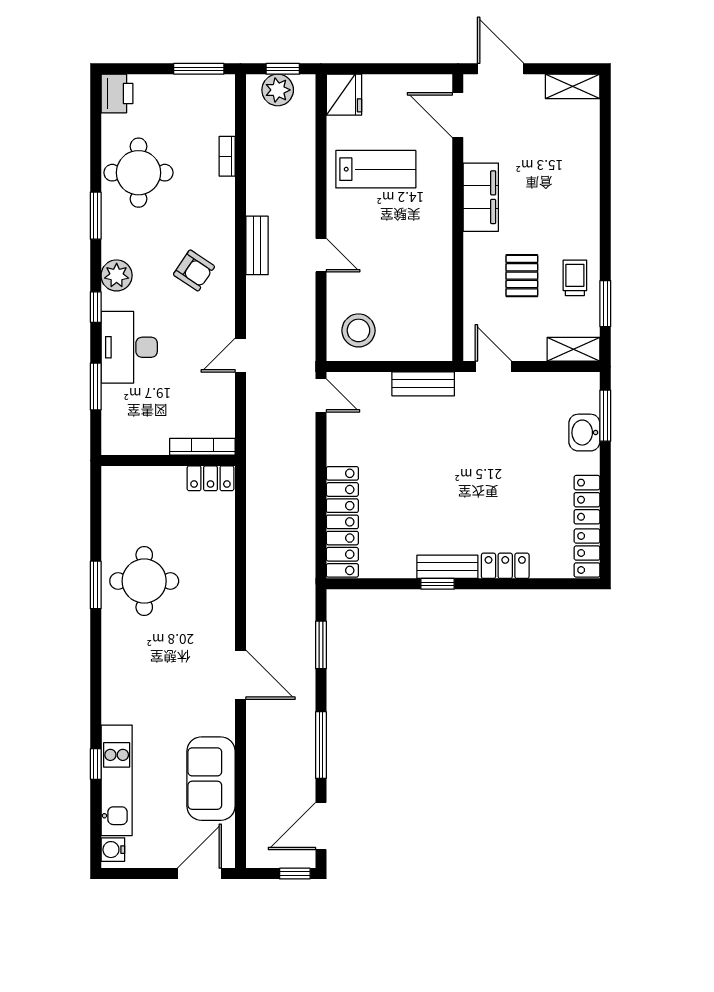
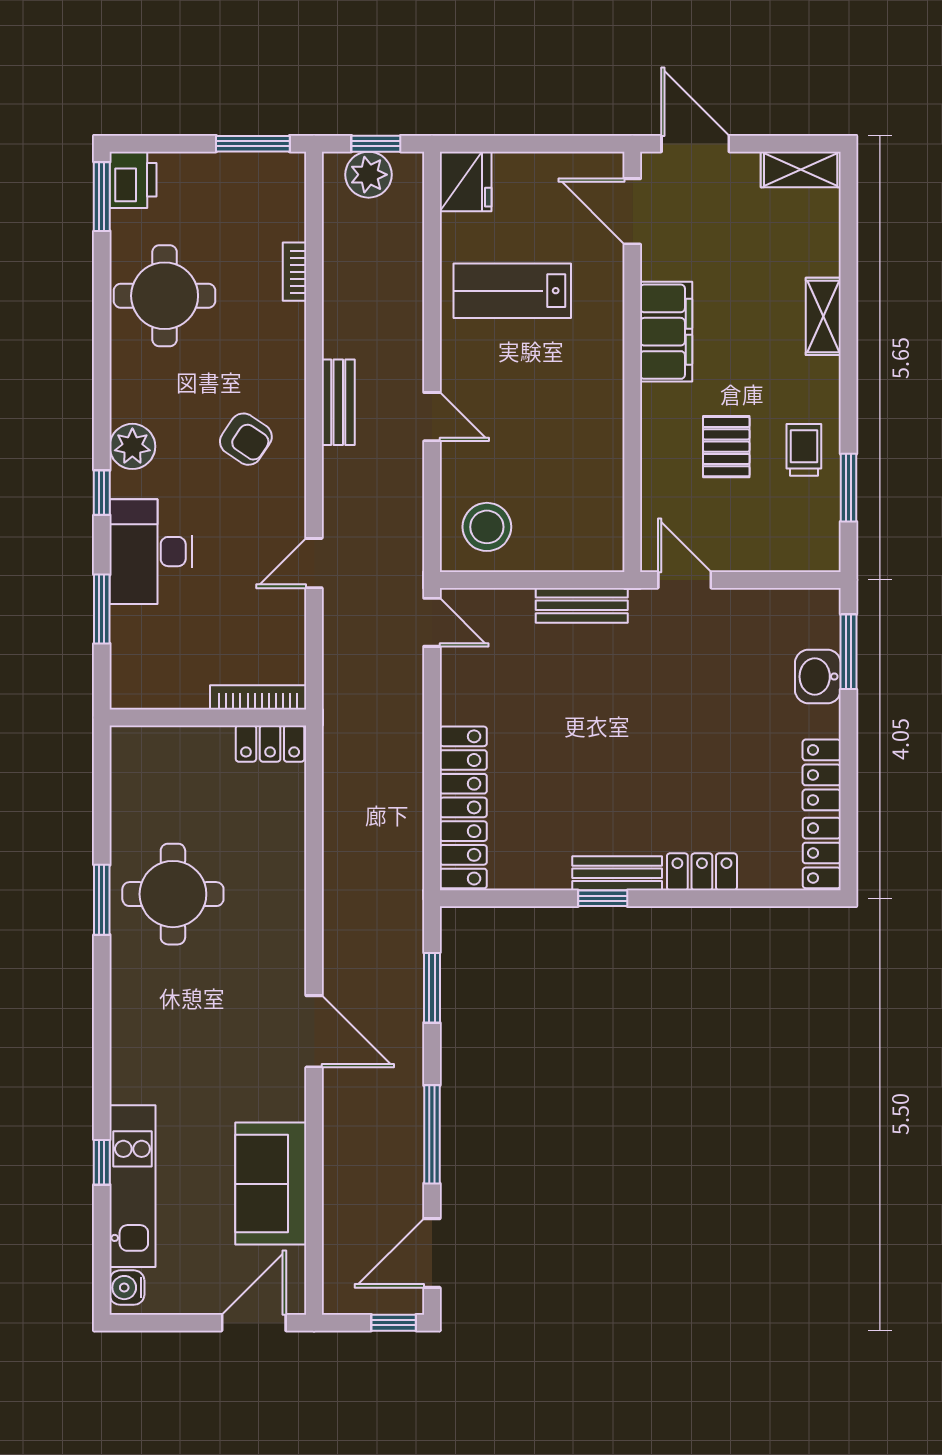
lab bench: (376, 169) -> (512, 291), turned 180
window: (96, 216) -> (102, 197), moved
shelving: (574, 349) -> (823, 316), moved, turned 90

